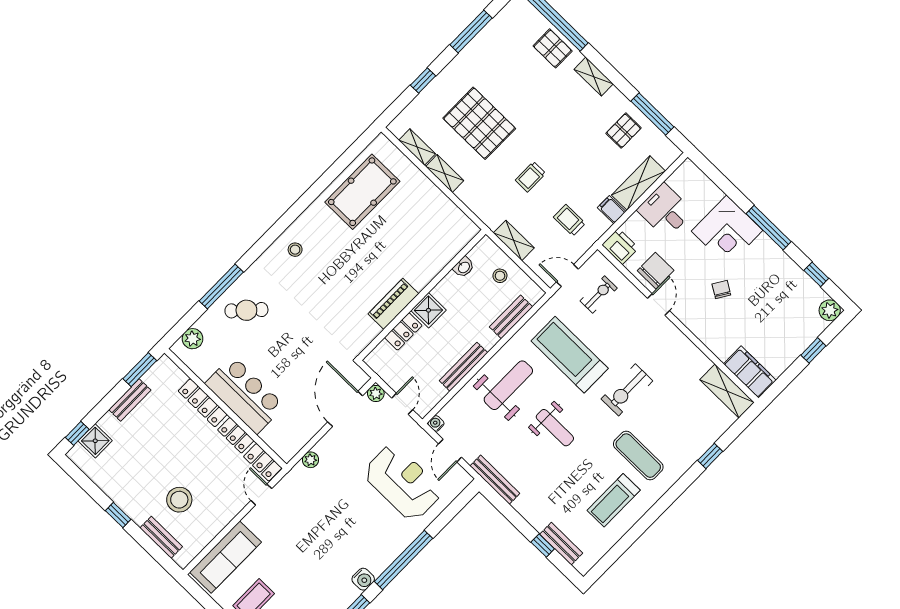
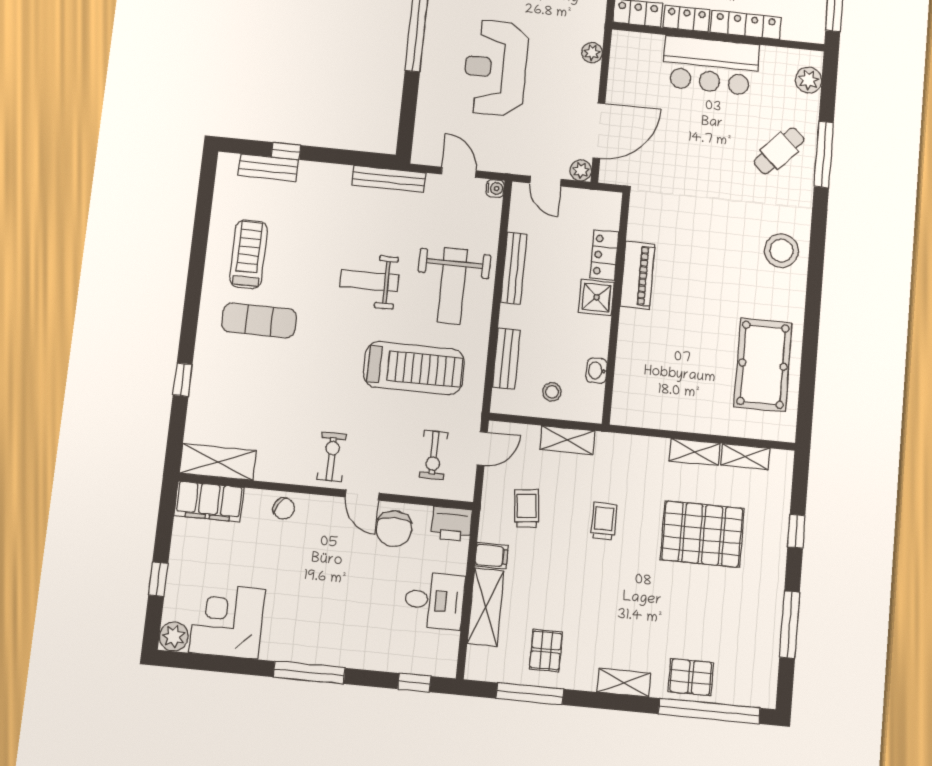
trolley: (569, 220) -> (527, 508), turned -96
corner desk: (727, 231) -> (227, 621), moved
stool: (295, 250) -> (781, 251), width x1.89, depth x1.89
window: (816, 274) -> (414, 683), moved
chair: (721, 290) -> (284, 508), moved
exercise bike: (627, 390) -> (332, 457), moved, width x0.73, depth x0.72
door: (345, 409) -> (599, 131), hinge flipped
reception desk: (403, 482) -> (496, 68), moved, turned 90

